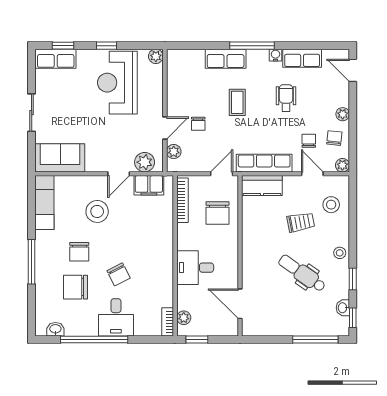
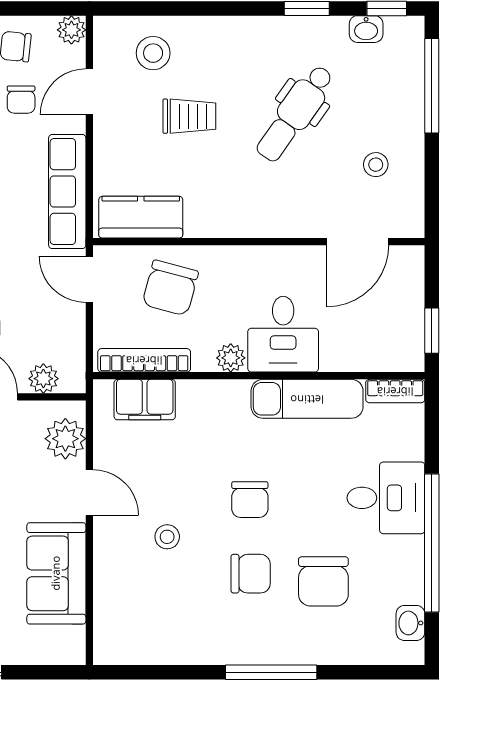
chair: (309, 141) -> (21, 100), turned -90
sofa: (60, 158) -> (56, 573), moved
filing cabinet: (149, 185) -> (145, 400), moved, turned 90
kitchen counter: (262, 186) -> (141, 217), moved, turned -90
exam couch: (44, 203) -> (307, 399), moved, turned 180
stool: (97, 211) -> (167, 537), width x0.53, depth x0.53
chair: (218, 213) -> (170, 288), turned 105
trolley: (301, 222) -> (189, 116), turned 101
stool: (340, 253) -> (376, 165), moved
chair: (119, 274) -> (250, 500), moved, turned 117
plant: (184, 318) -> (231, 358), moved

